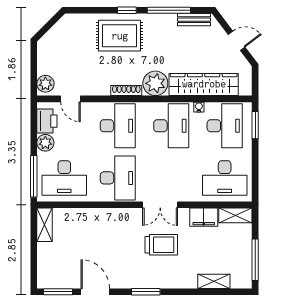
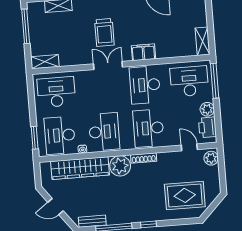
rug: (120, 36) -> (185, 195), moved
desk: (171, 126) -> (104, 132), turned 180
filing cabinet: (204, 217) -> (143, 52), moved
trolley: (161, 245) -> (104, 32), turned -90

